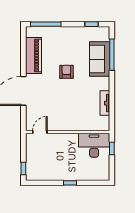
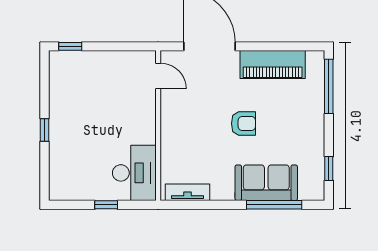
door: (40, 132) -> (158, 76), moved
wall: (68, 132) -> (158, 126), moved
desk: (94, 145) -> (134, 173), moved

